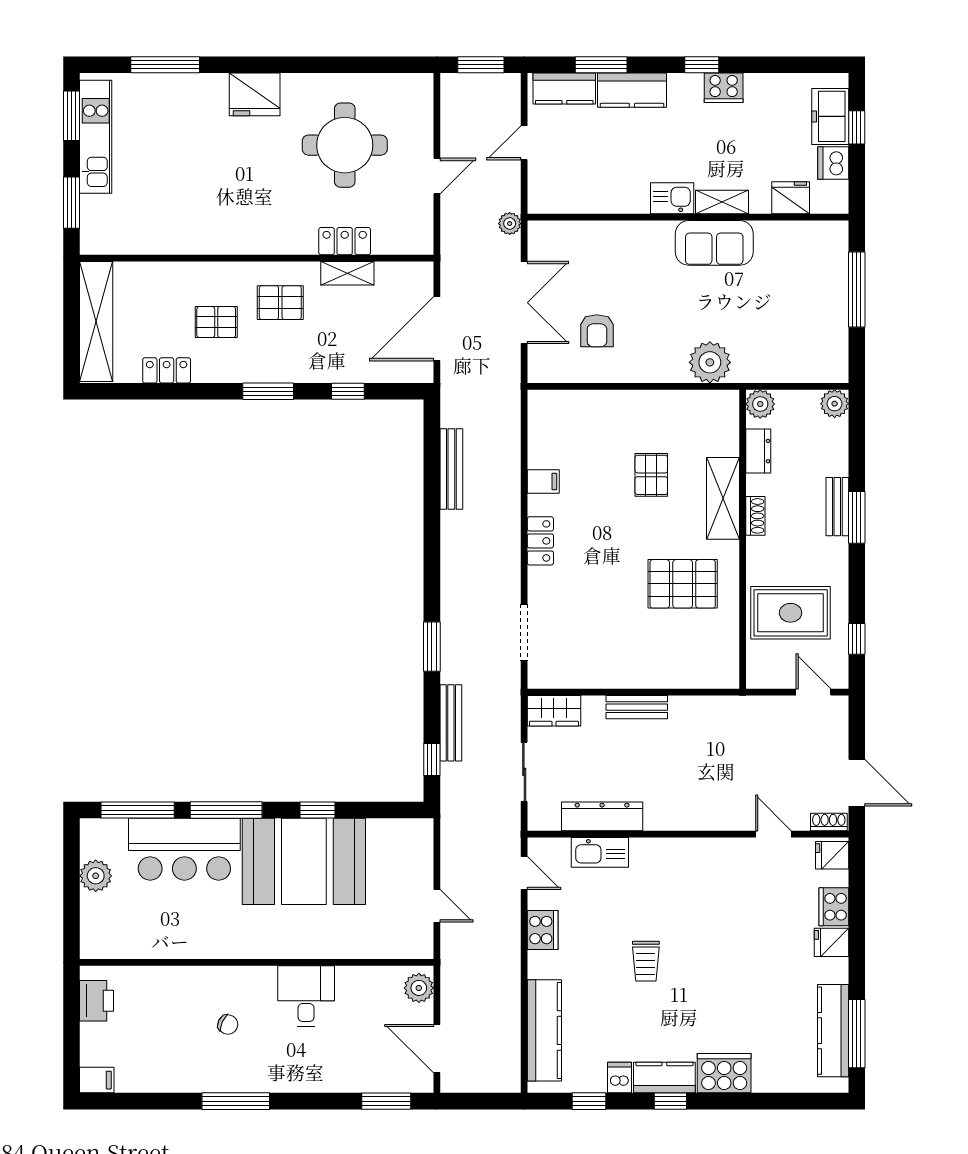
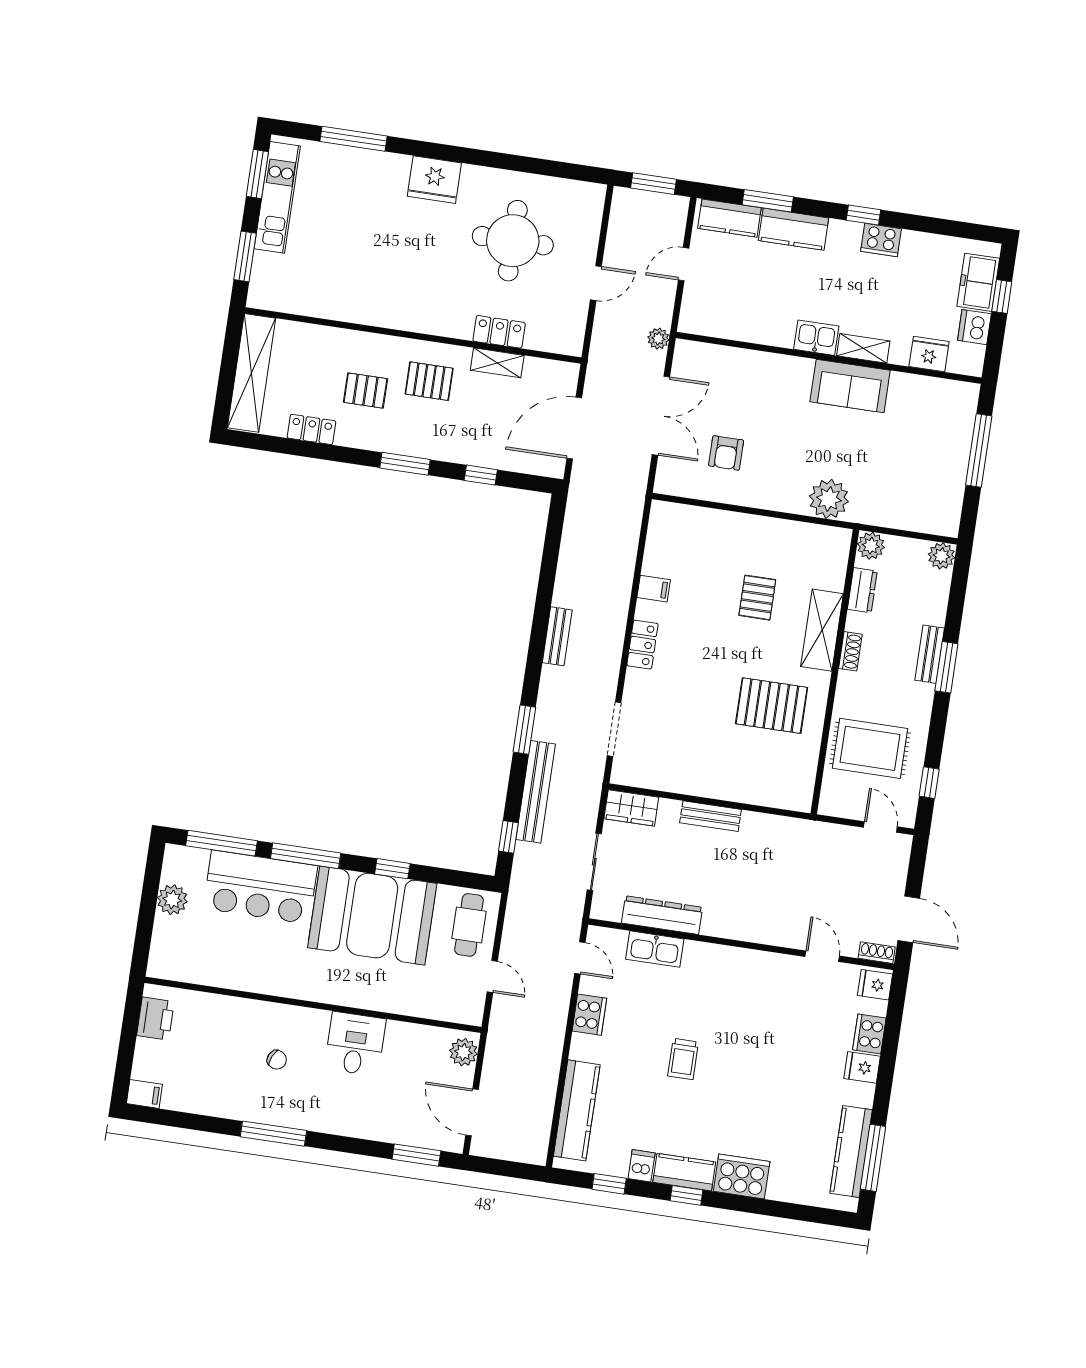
bench: (451, 469) -> (557, 636), moved, width x0.73
bench: (451, 723) -> (536, 792), width x1.37, depth x1.21
cafe table: (405, 856) -> (469, 925), added

